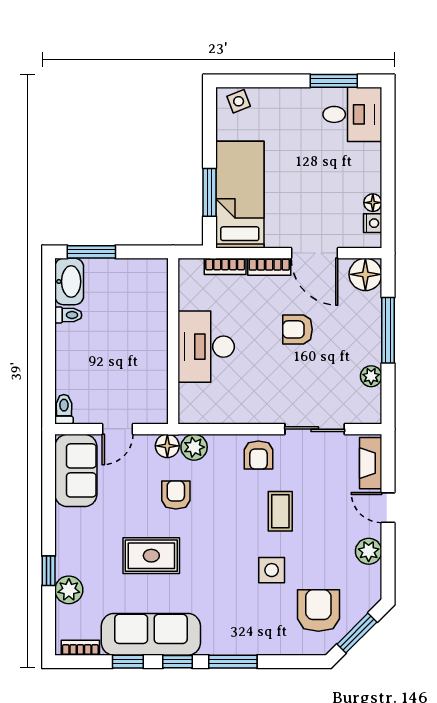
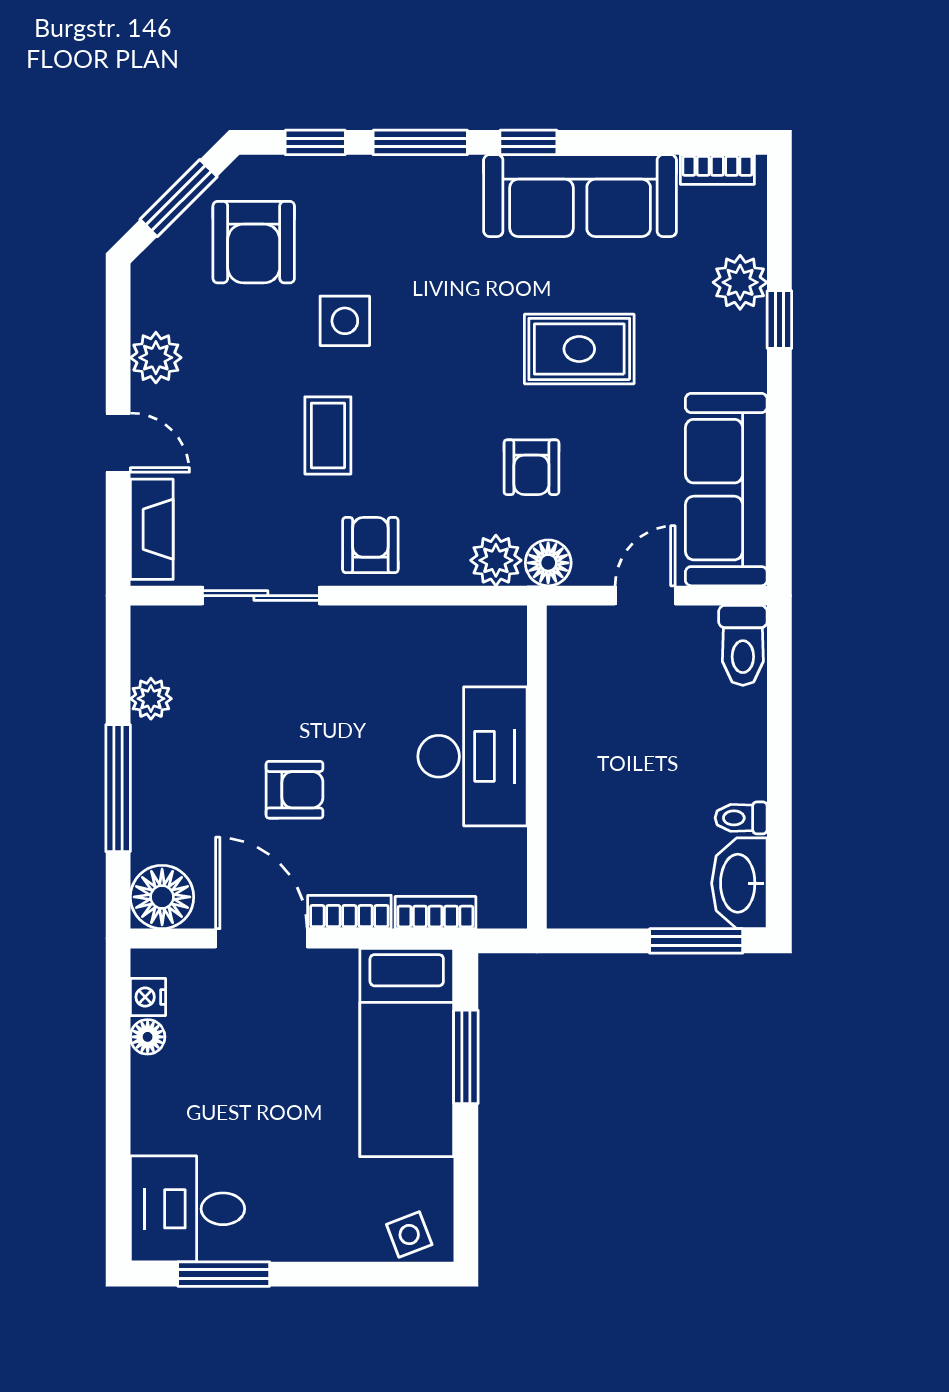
toilet: (64, 409) -> (743, 645), width x1.37, depth x1.39
sofa: (76, 470) -> (726, 490), width x1.36
window: (128, 662) -> (315, 142), moved

